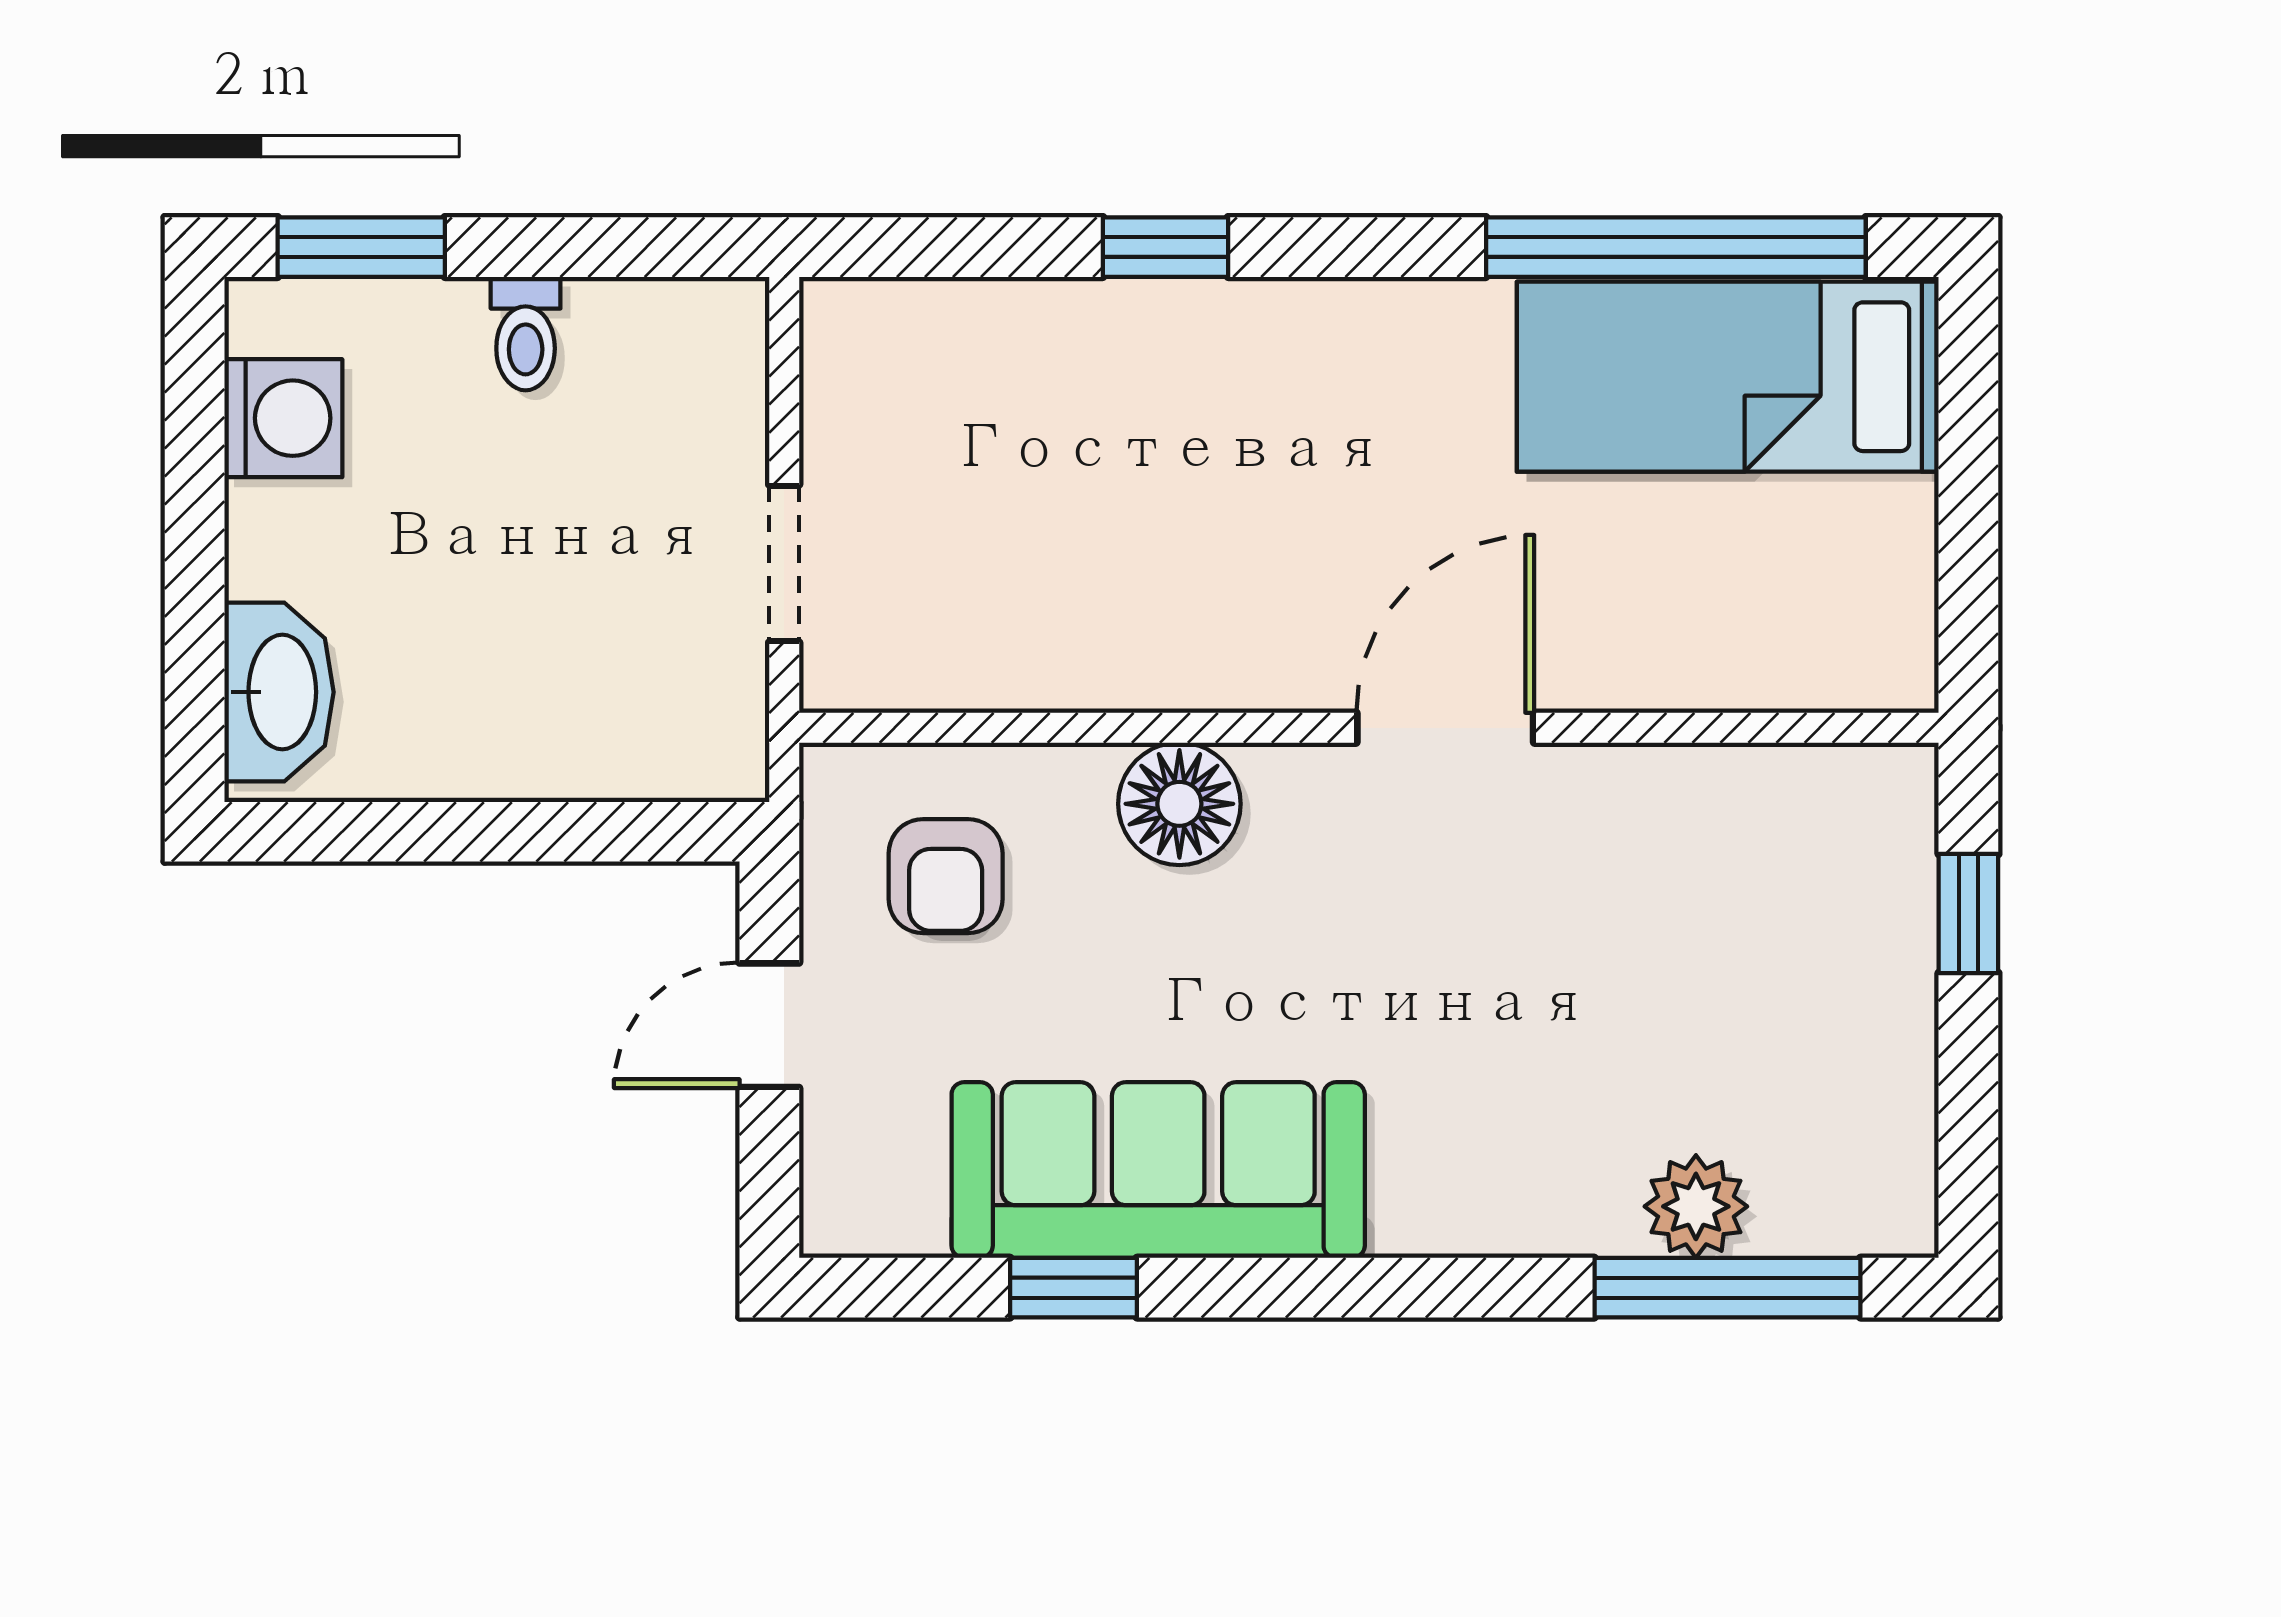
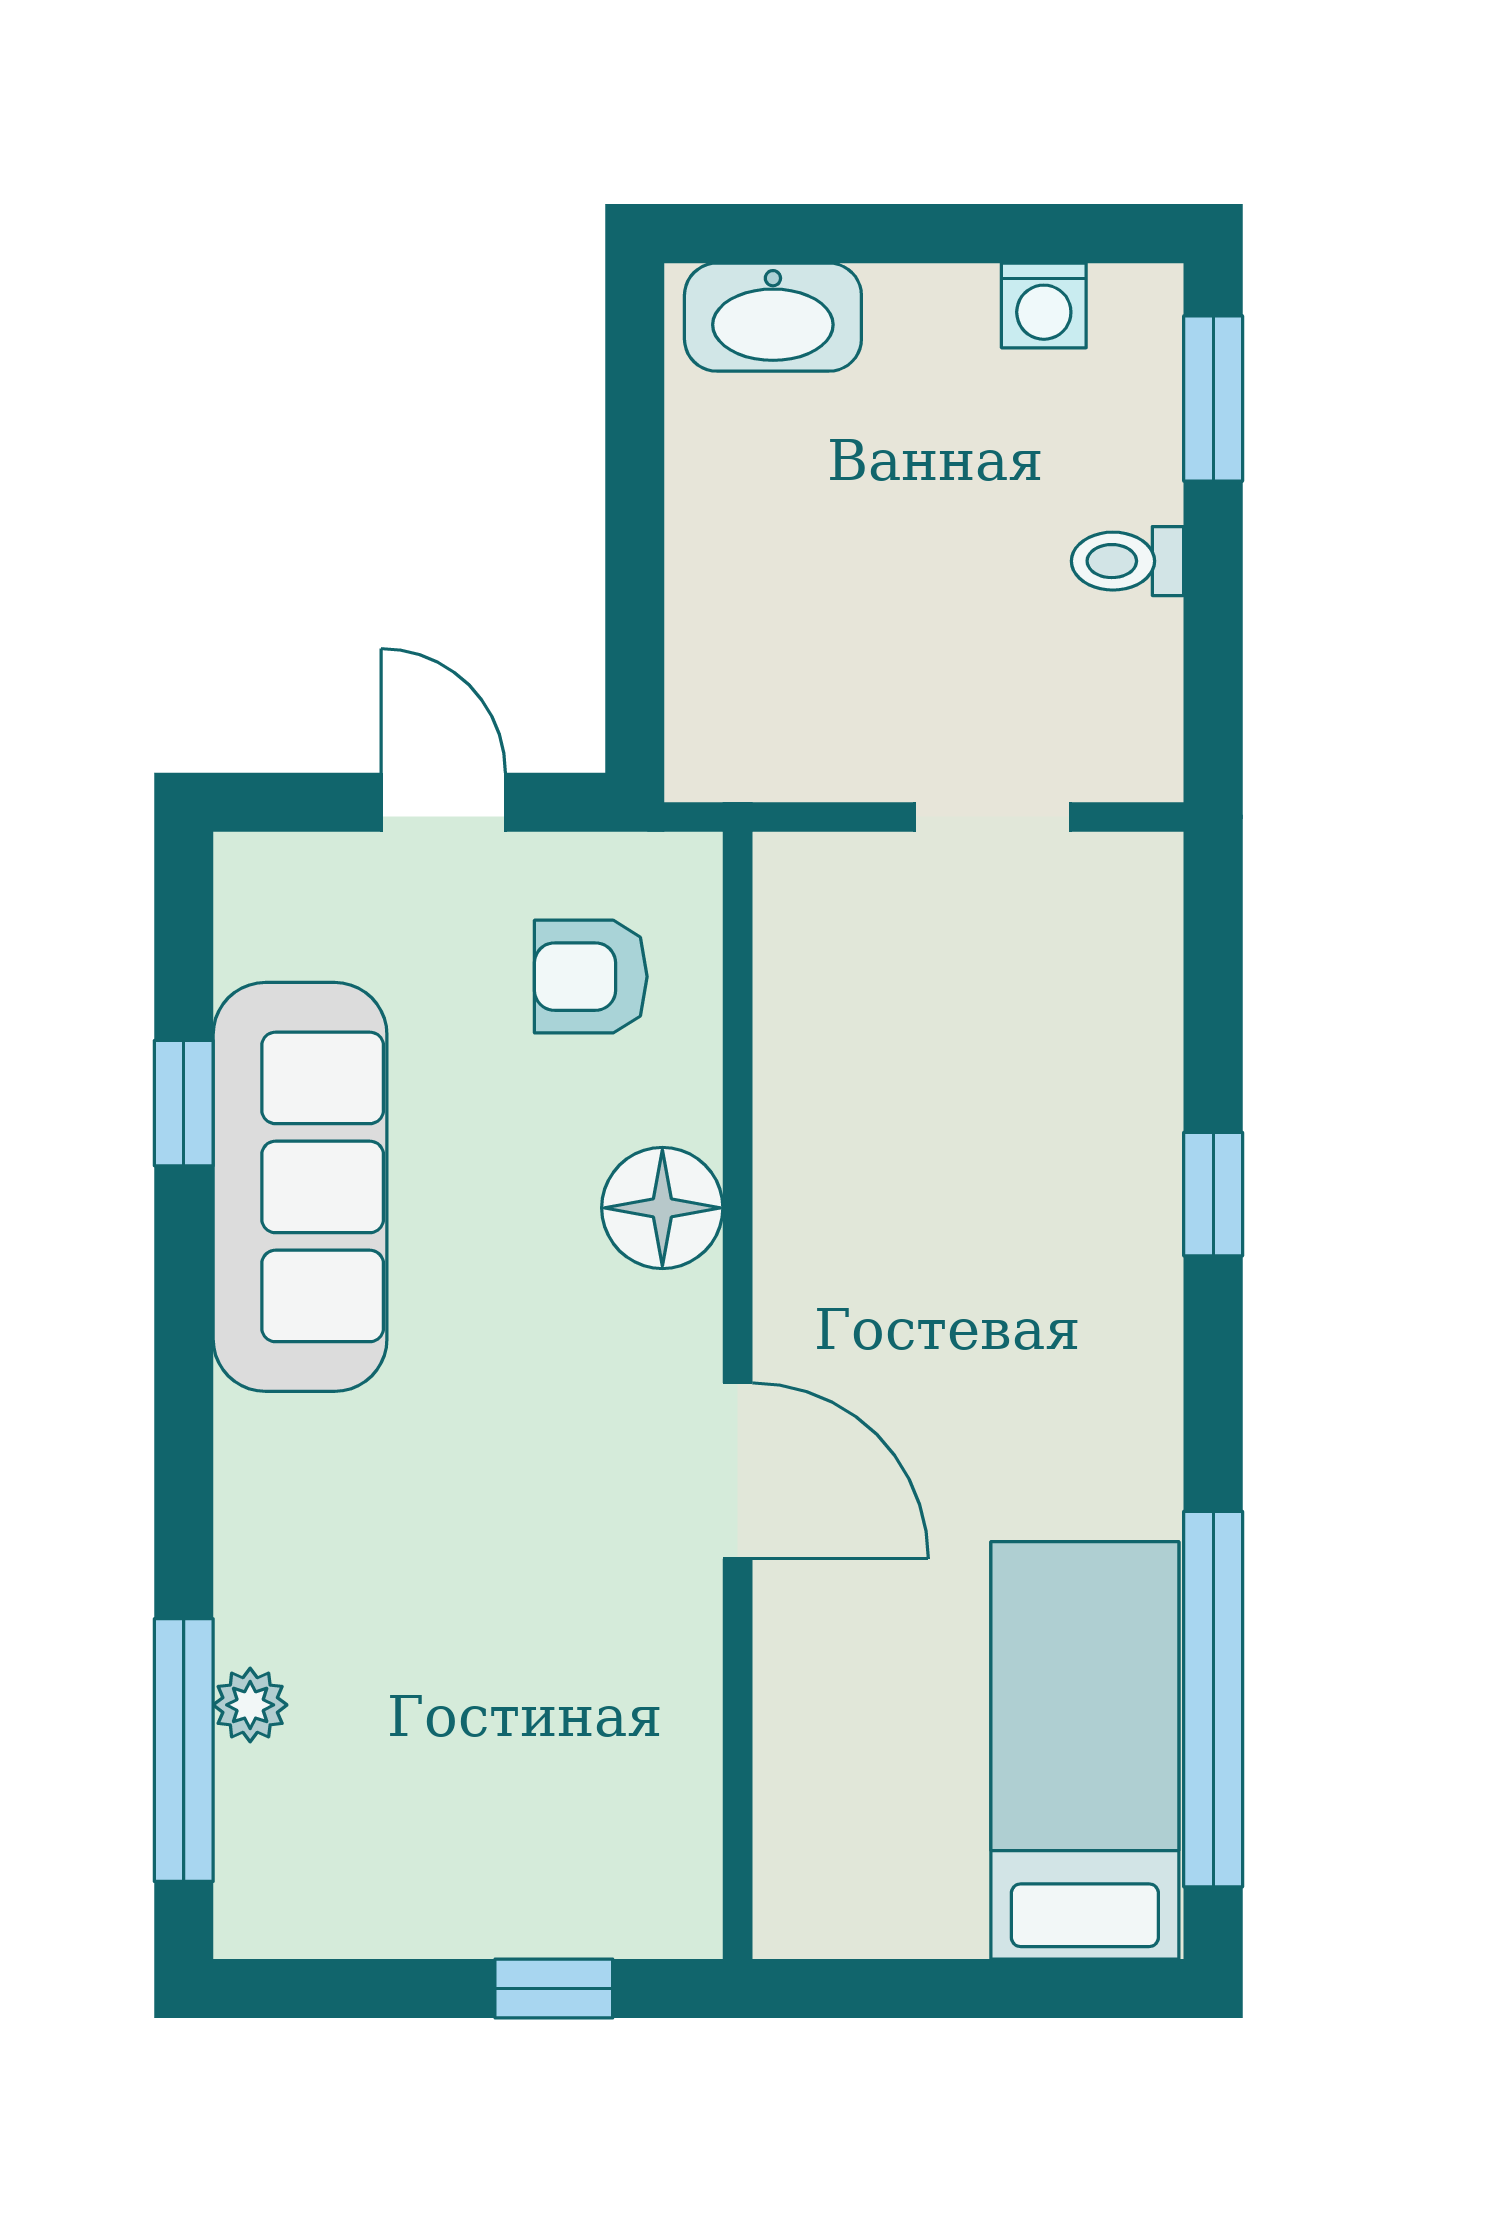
washing machine: (283, 418) -> (1044, 305), width x0.73, depth x0.73
doorway: (784, 564) -> (992, 817), moved
plant: (1696, 1206) -> (250, 1705), width x0.73, depth x0.73

